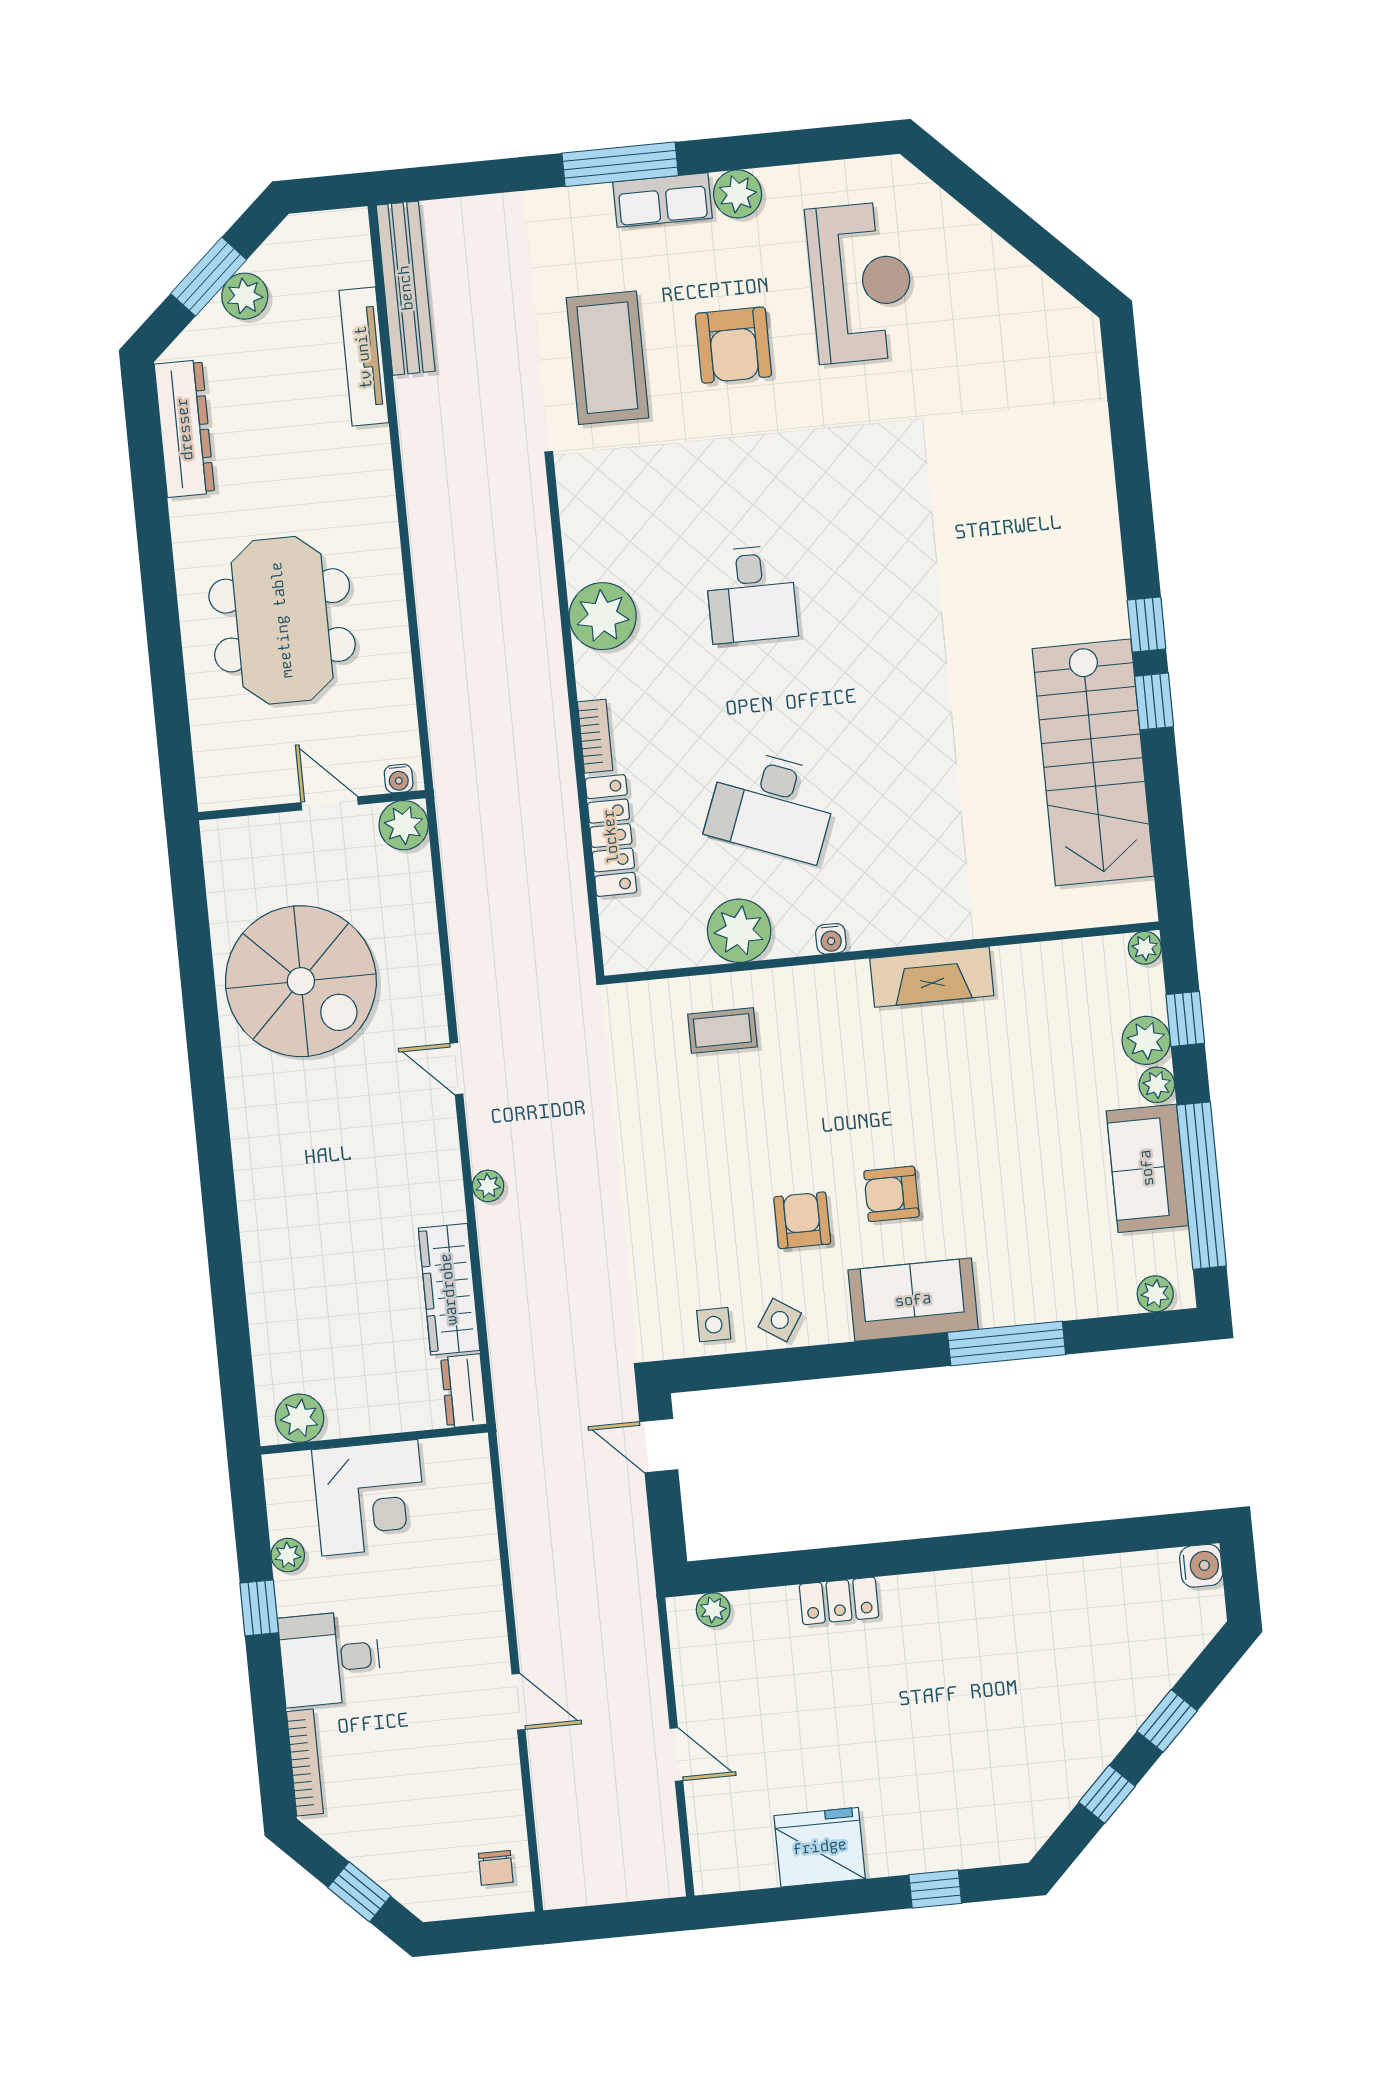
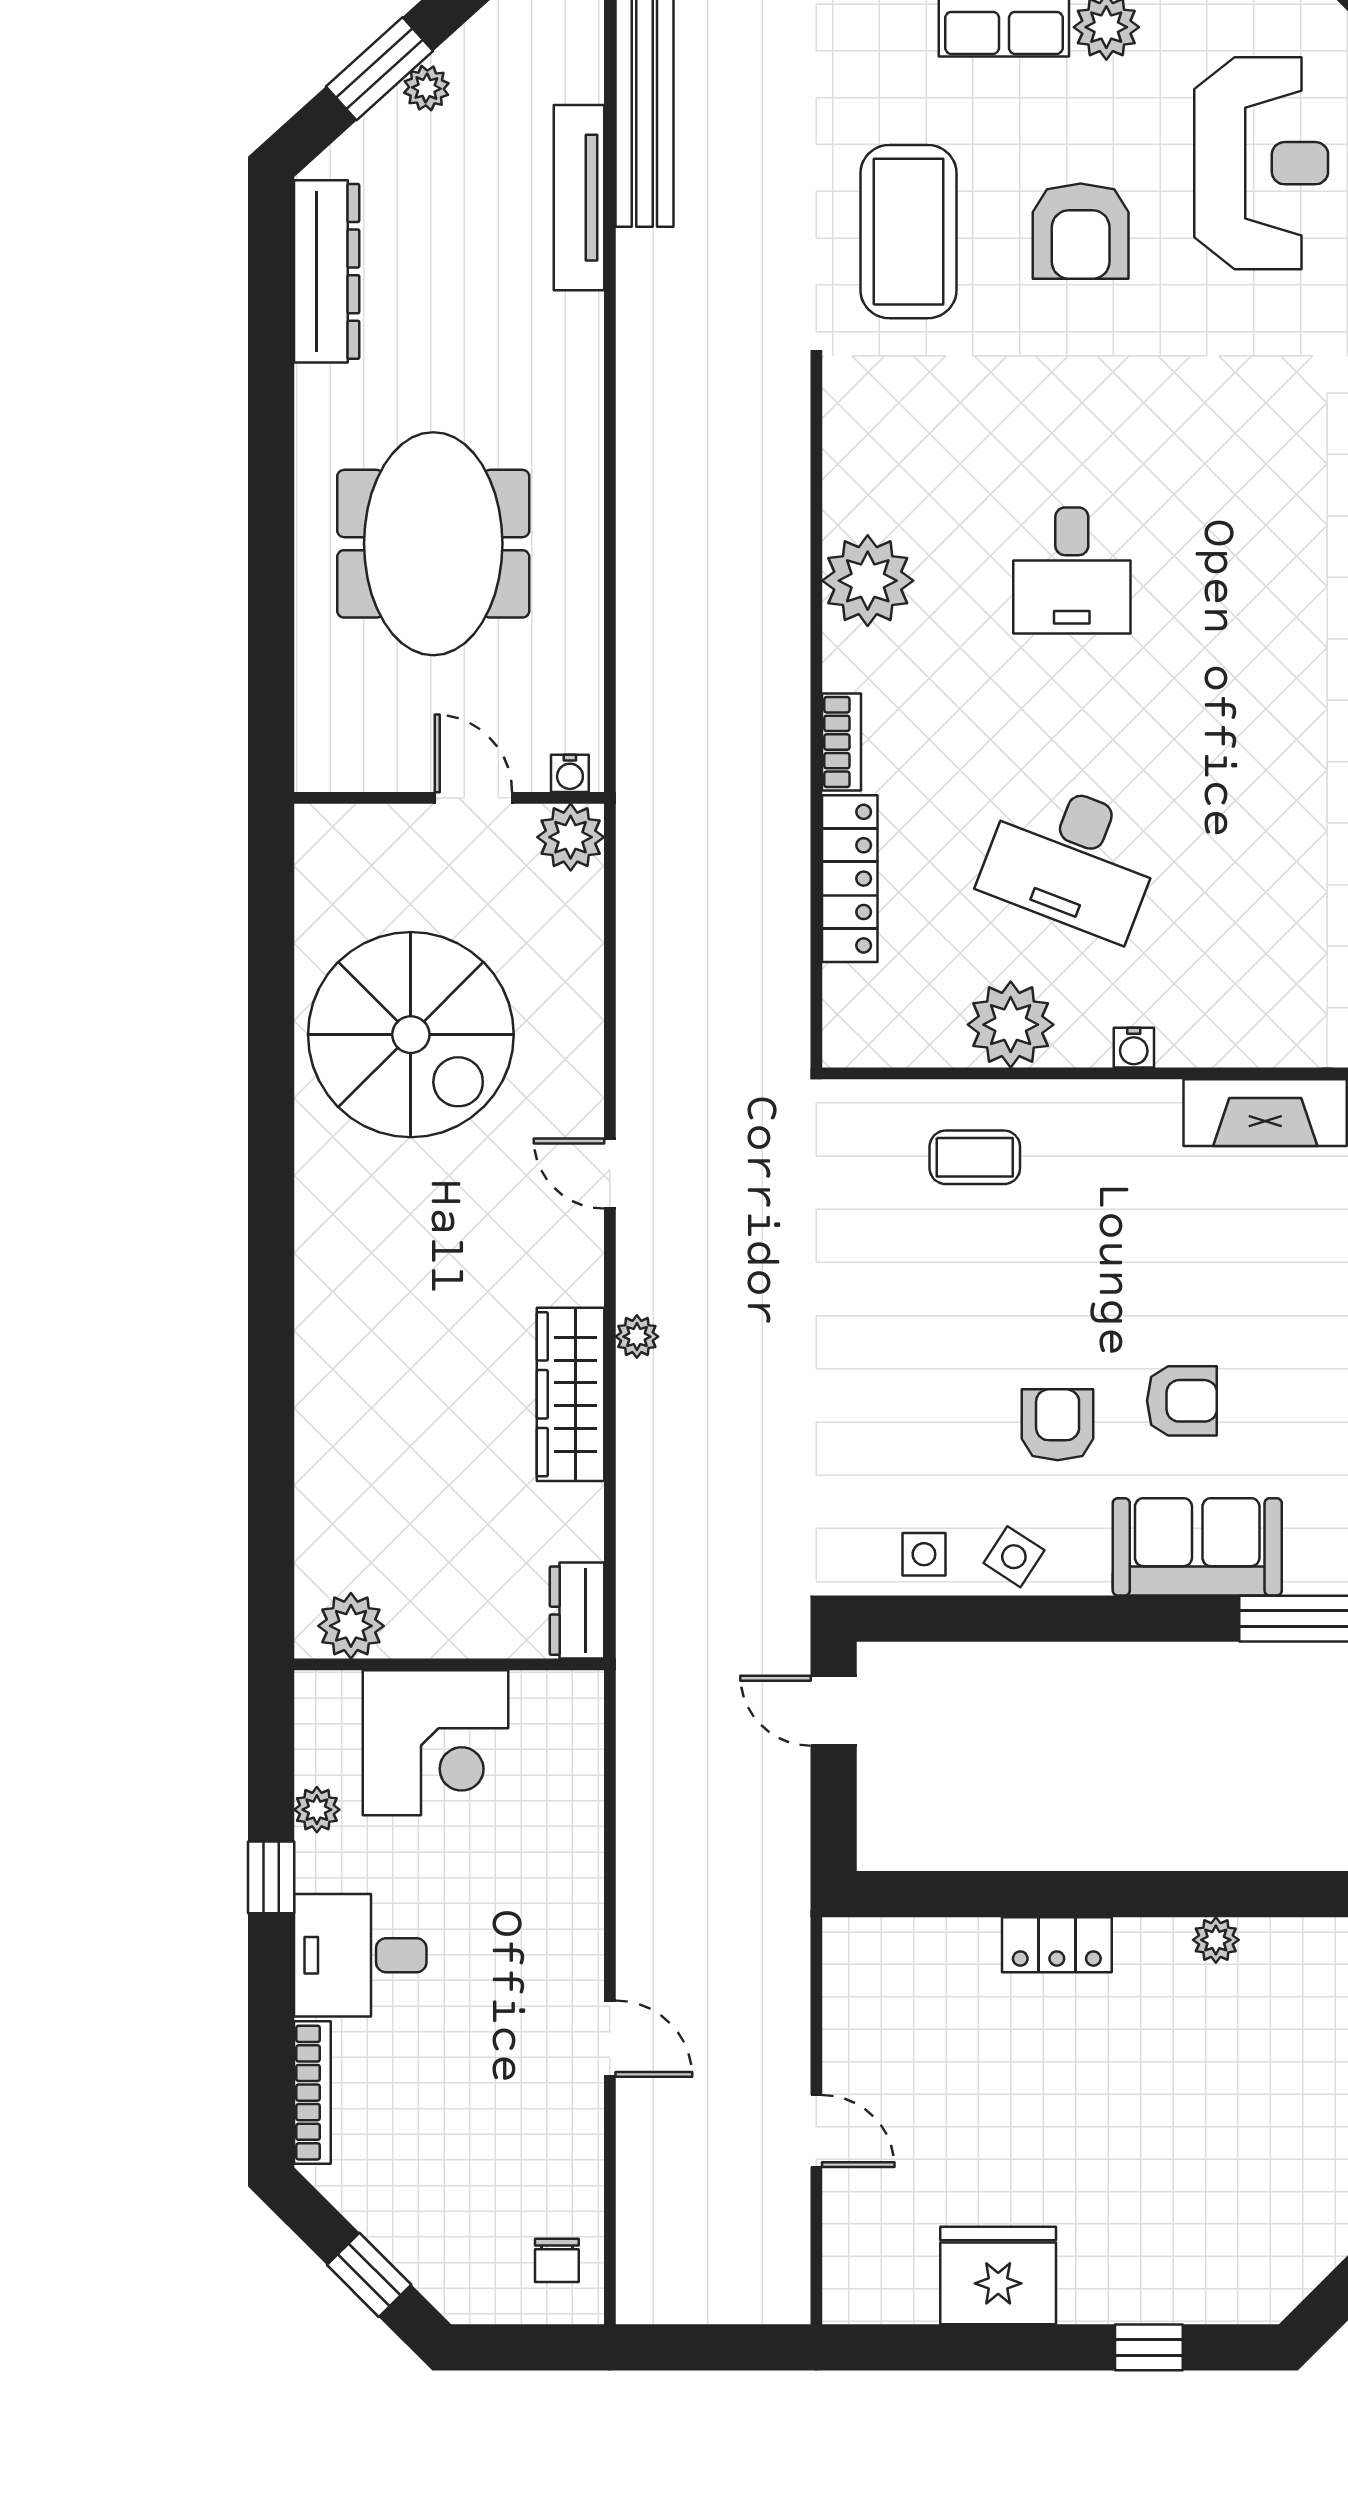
plant: (245, 296) -> (426, 88), width x0.73, depth x0.73
armchair: (892, 1194) -> (1182, 1401), turned 180
wardrobe: (449, 1289) -> (571, 1394), moved
plant: (713, 1610) -> (1216, 1940), moved

